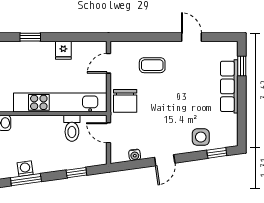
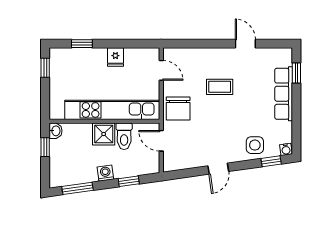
door: (108, 63) -> (161, 70), swing flipped
coffee table: (152, 65) -> (220, 87), moved
shower: (52, 126) -> (104, 134), added
water cooler: (135, 155) -> (286, 149), moved
washing machine: (25, 169) -> (105, 173), moved

